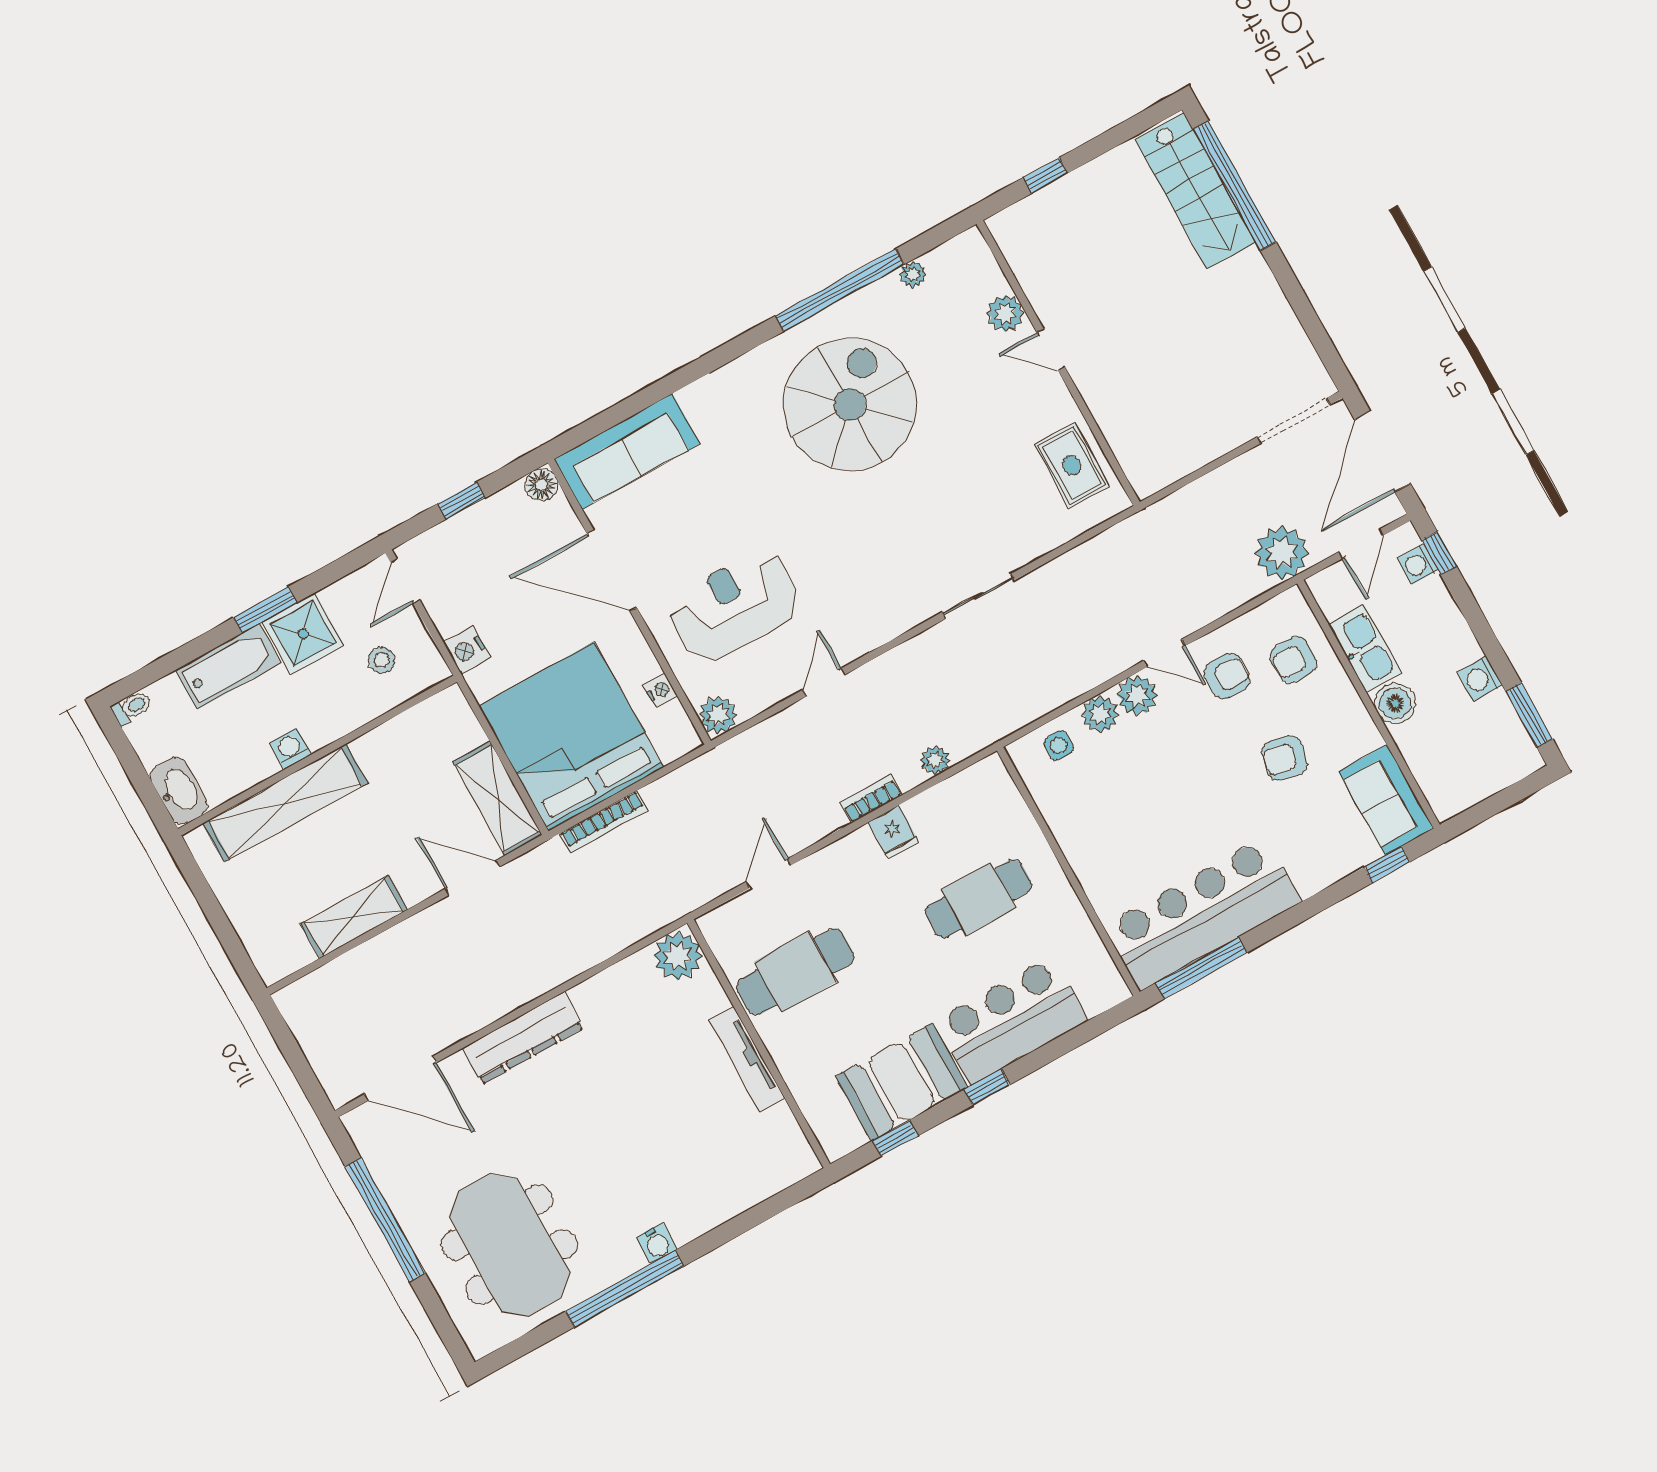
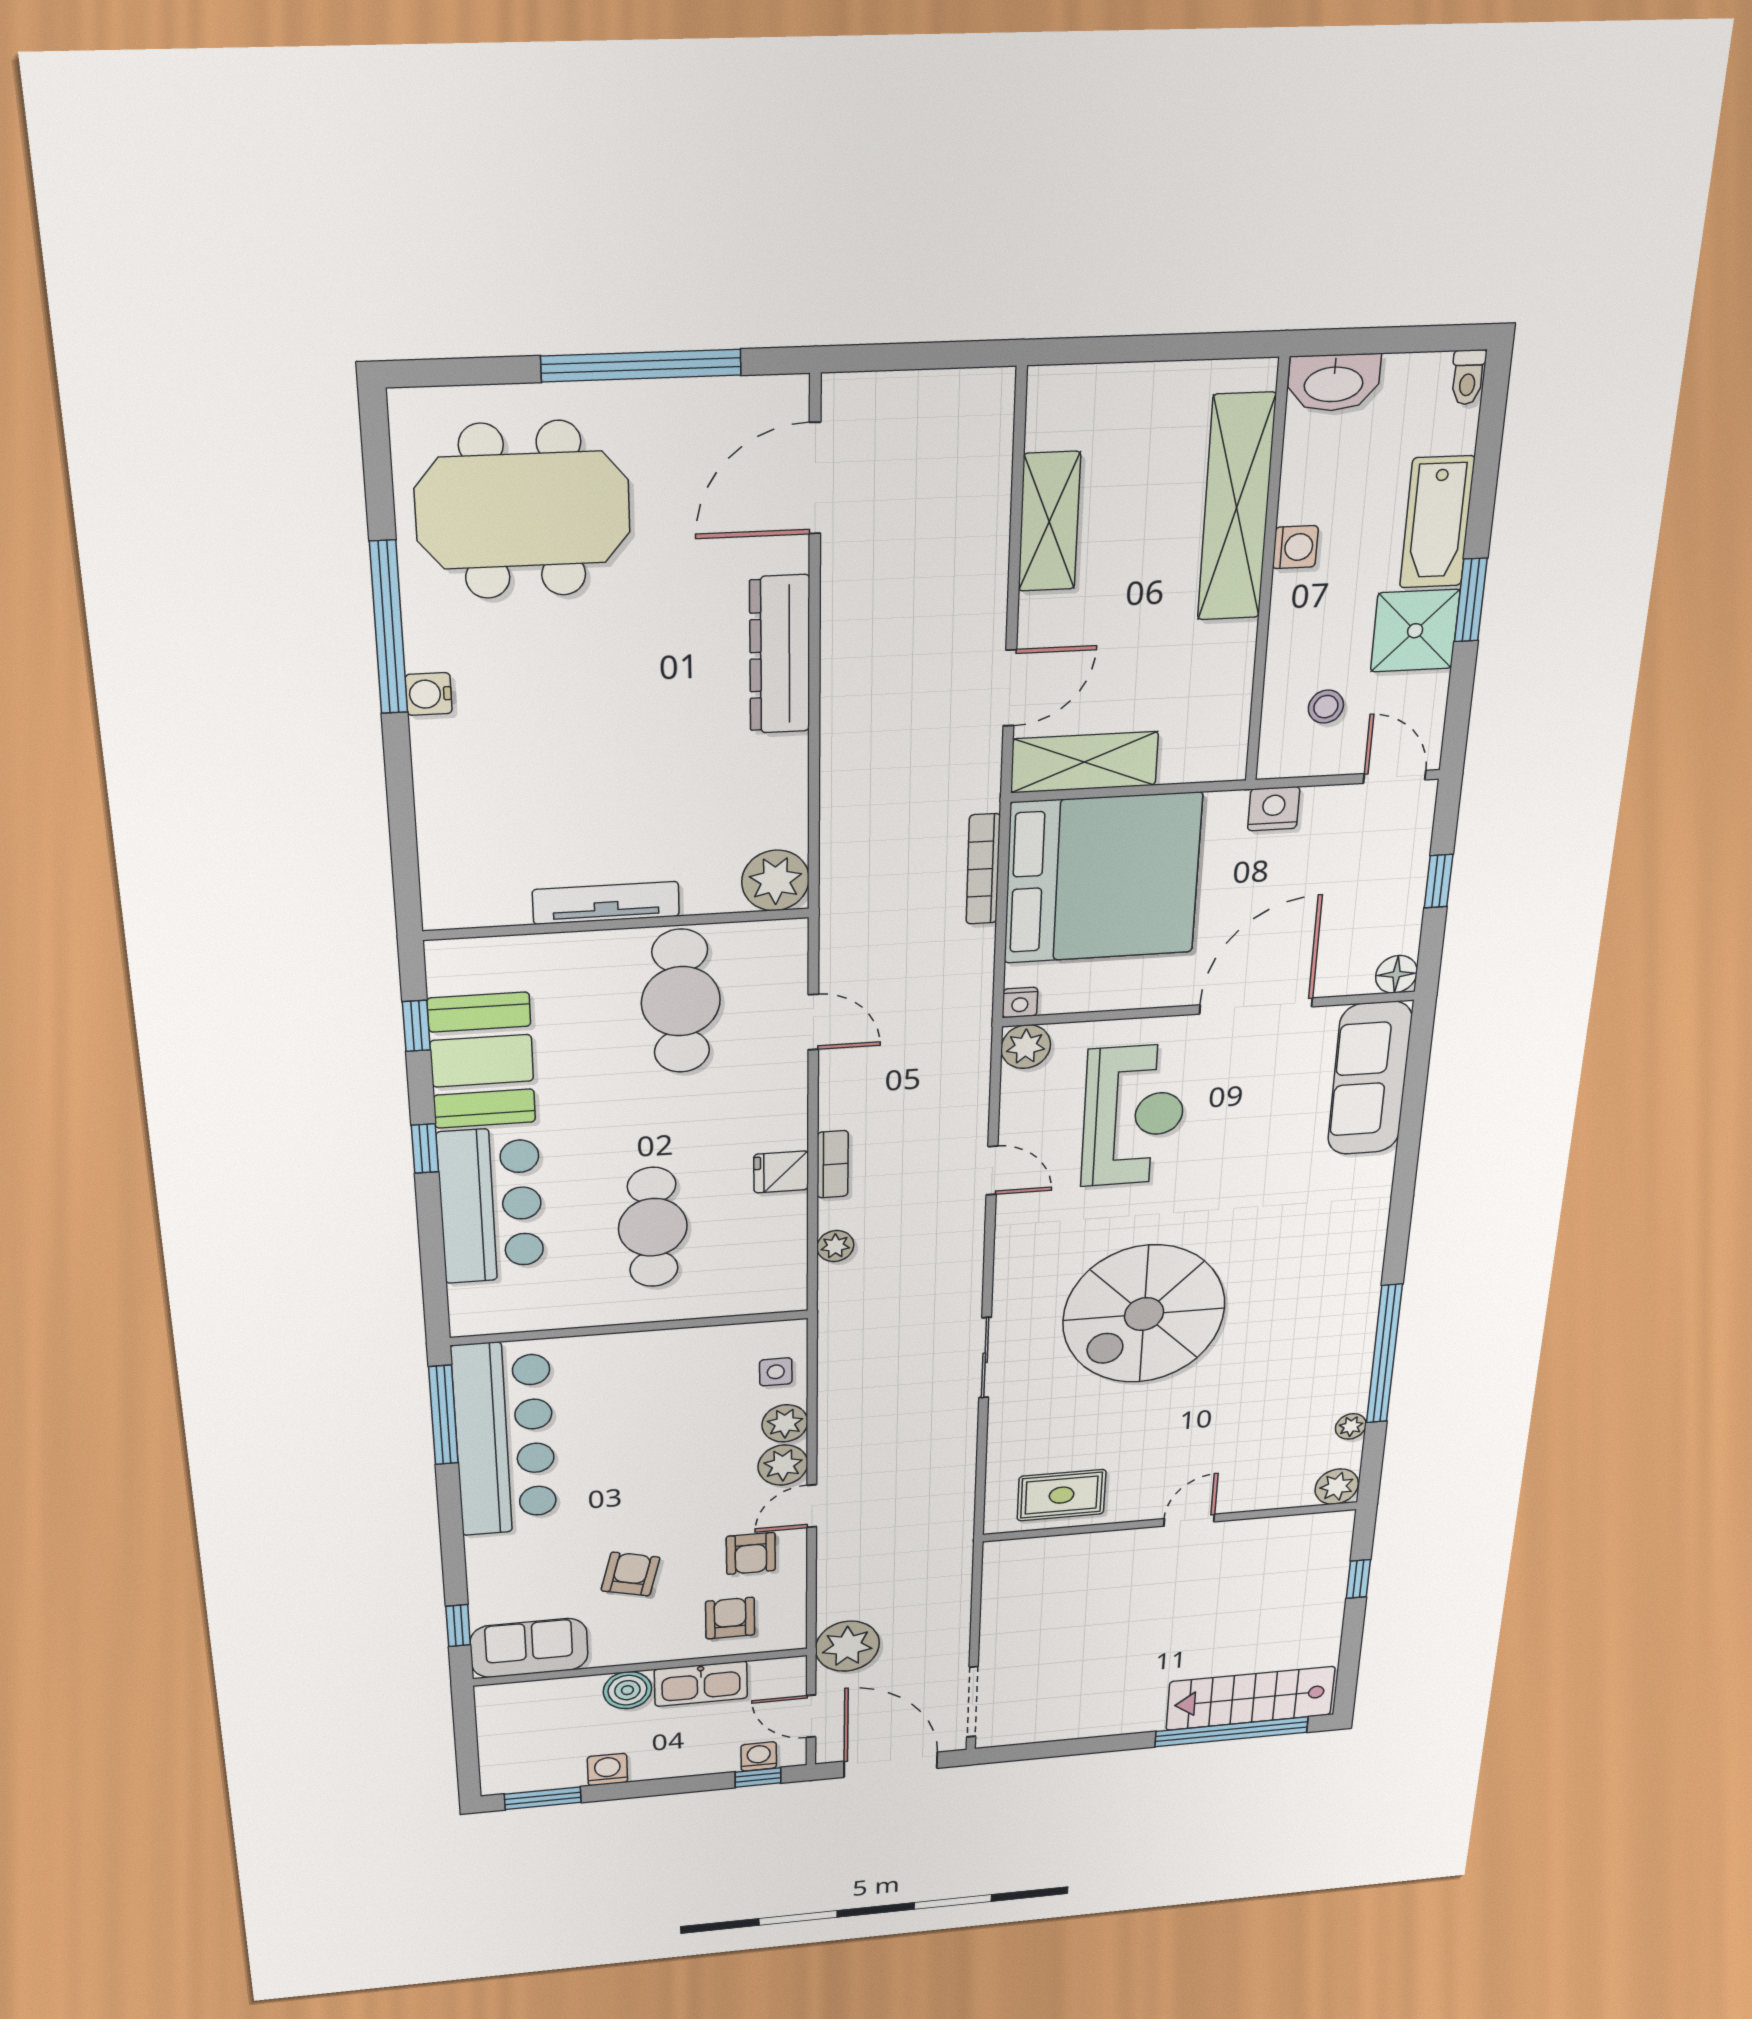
plant: (1005, 313) -> (1337, 1487), moved
spiral stairs: (850, 405) -> (1144, 1314), moved, turned 90
nightstand: (660, 690) -> (1020, 1002), moved

